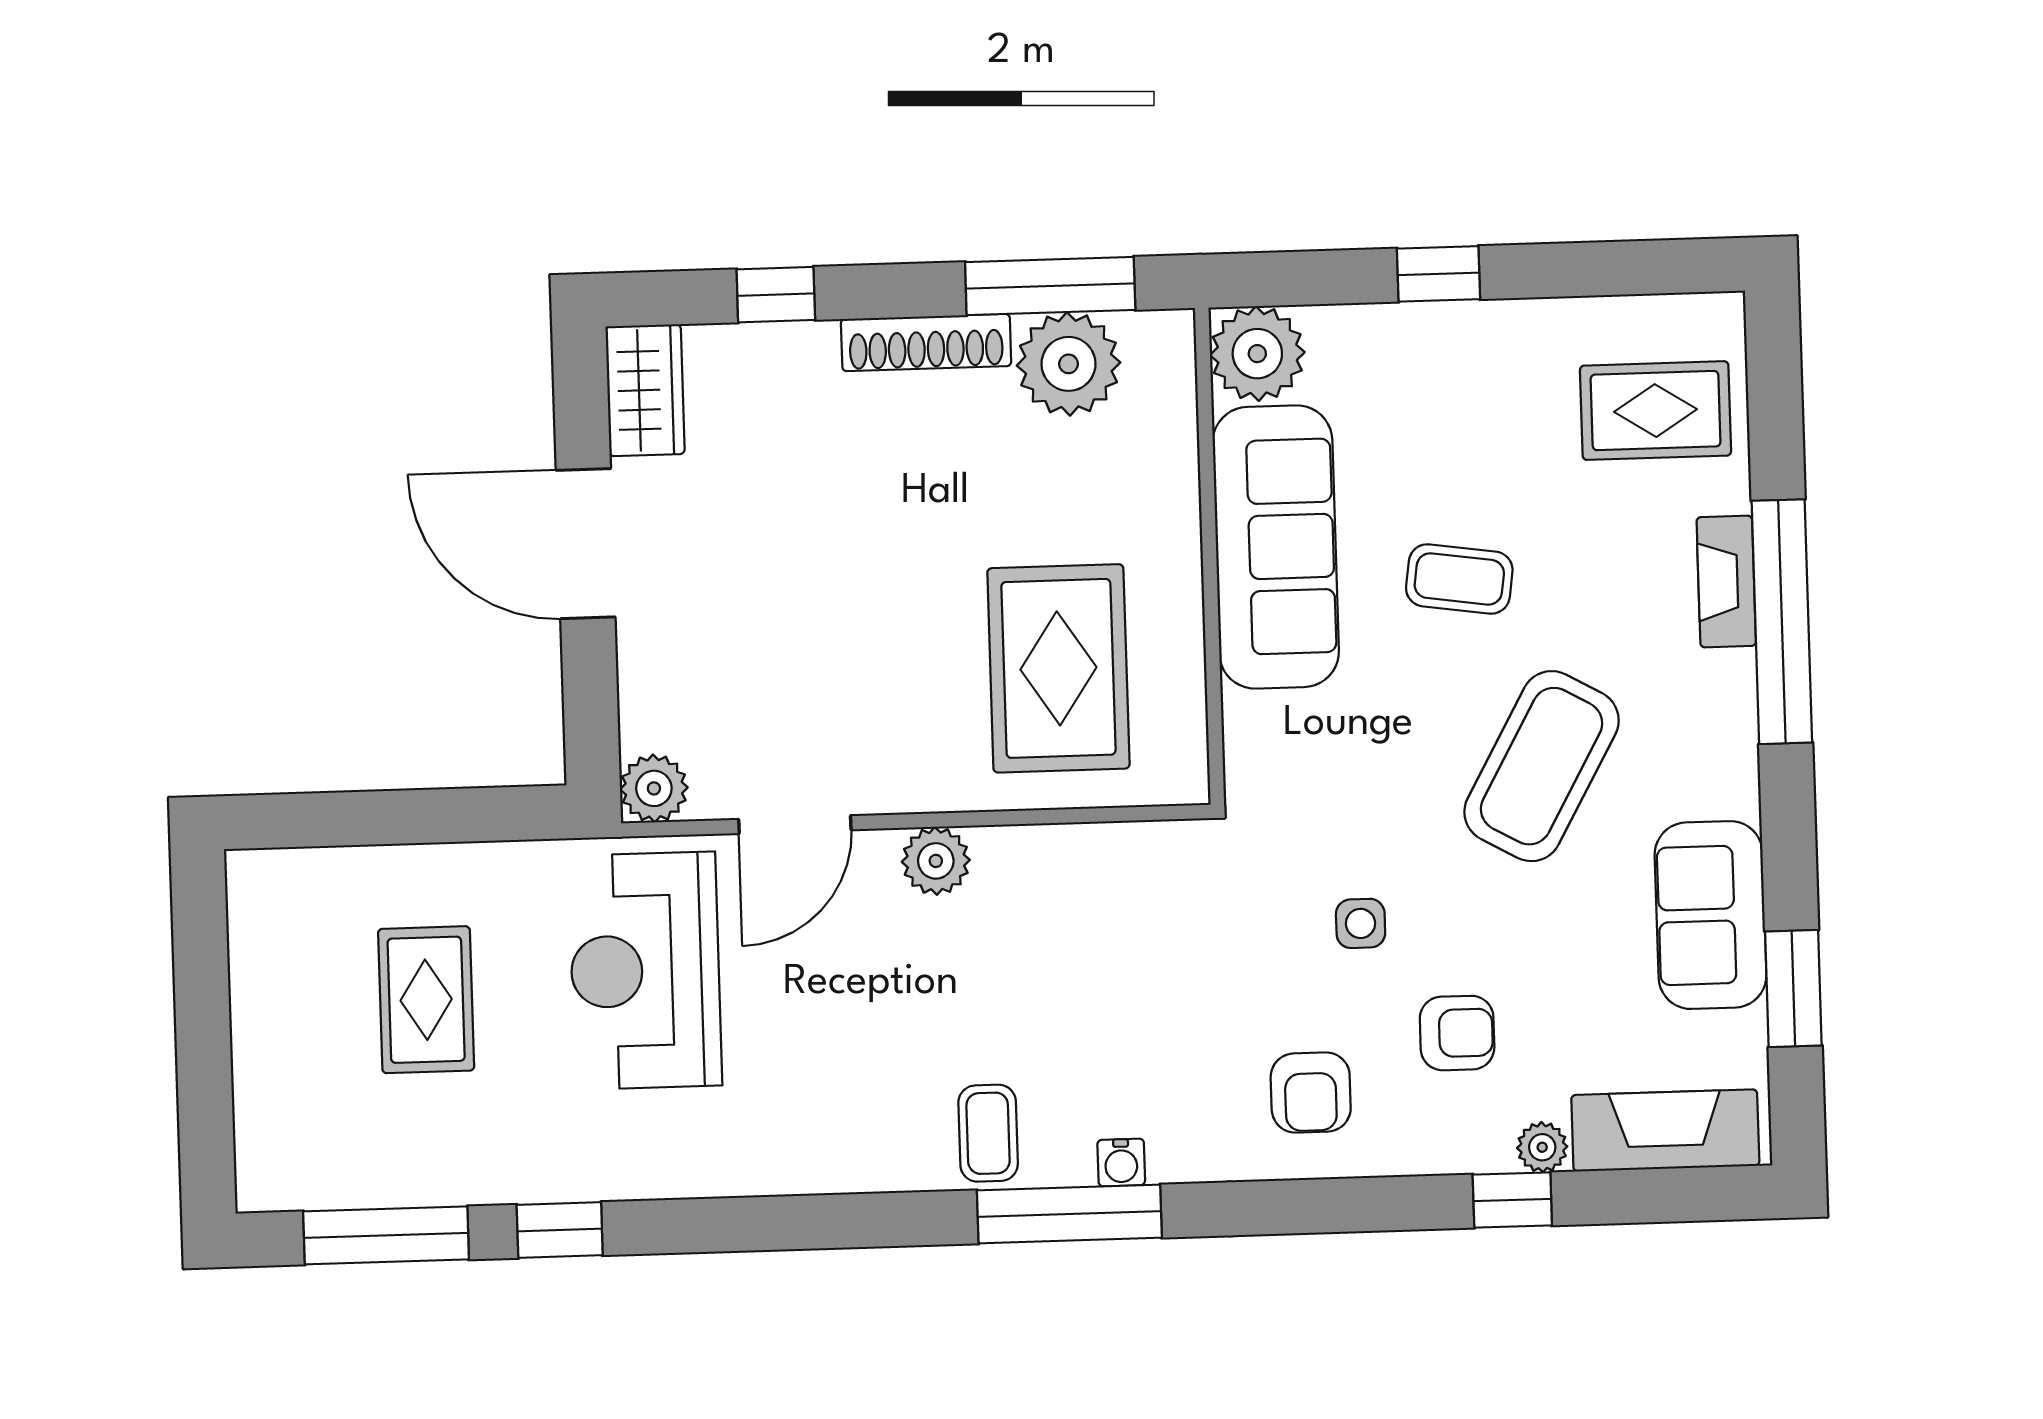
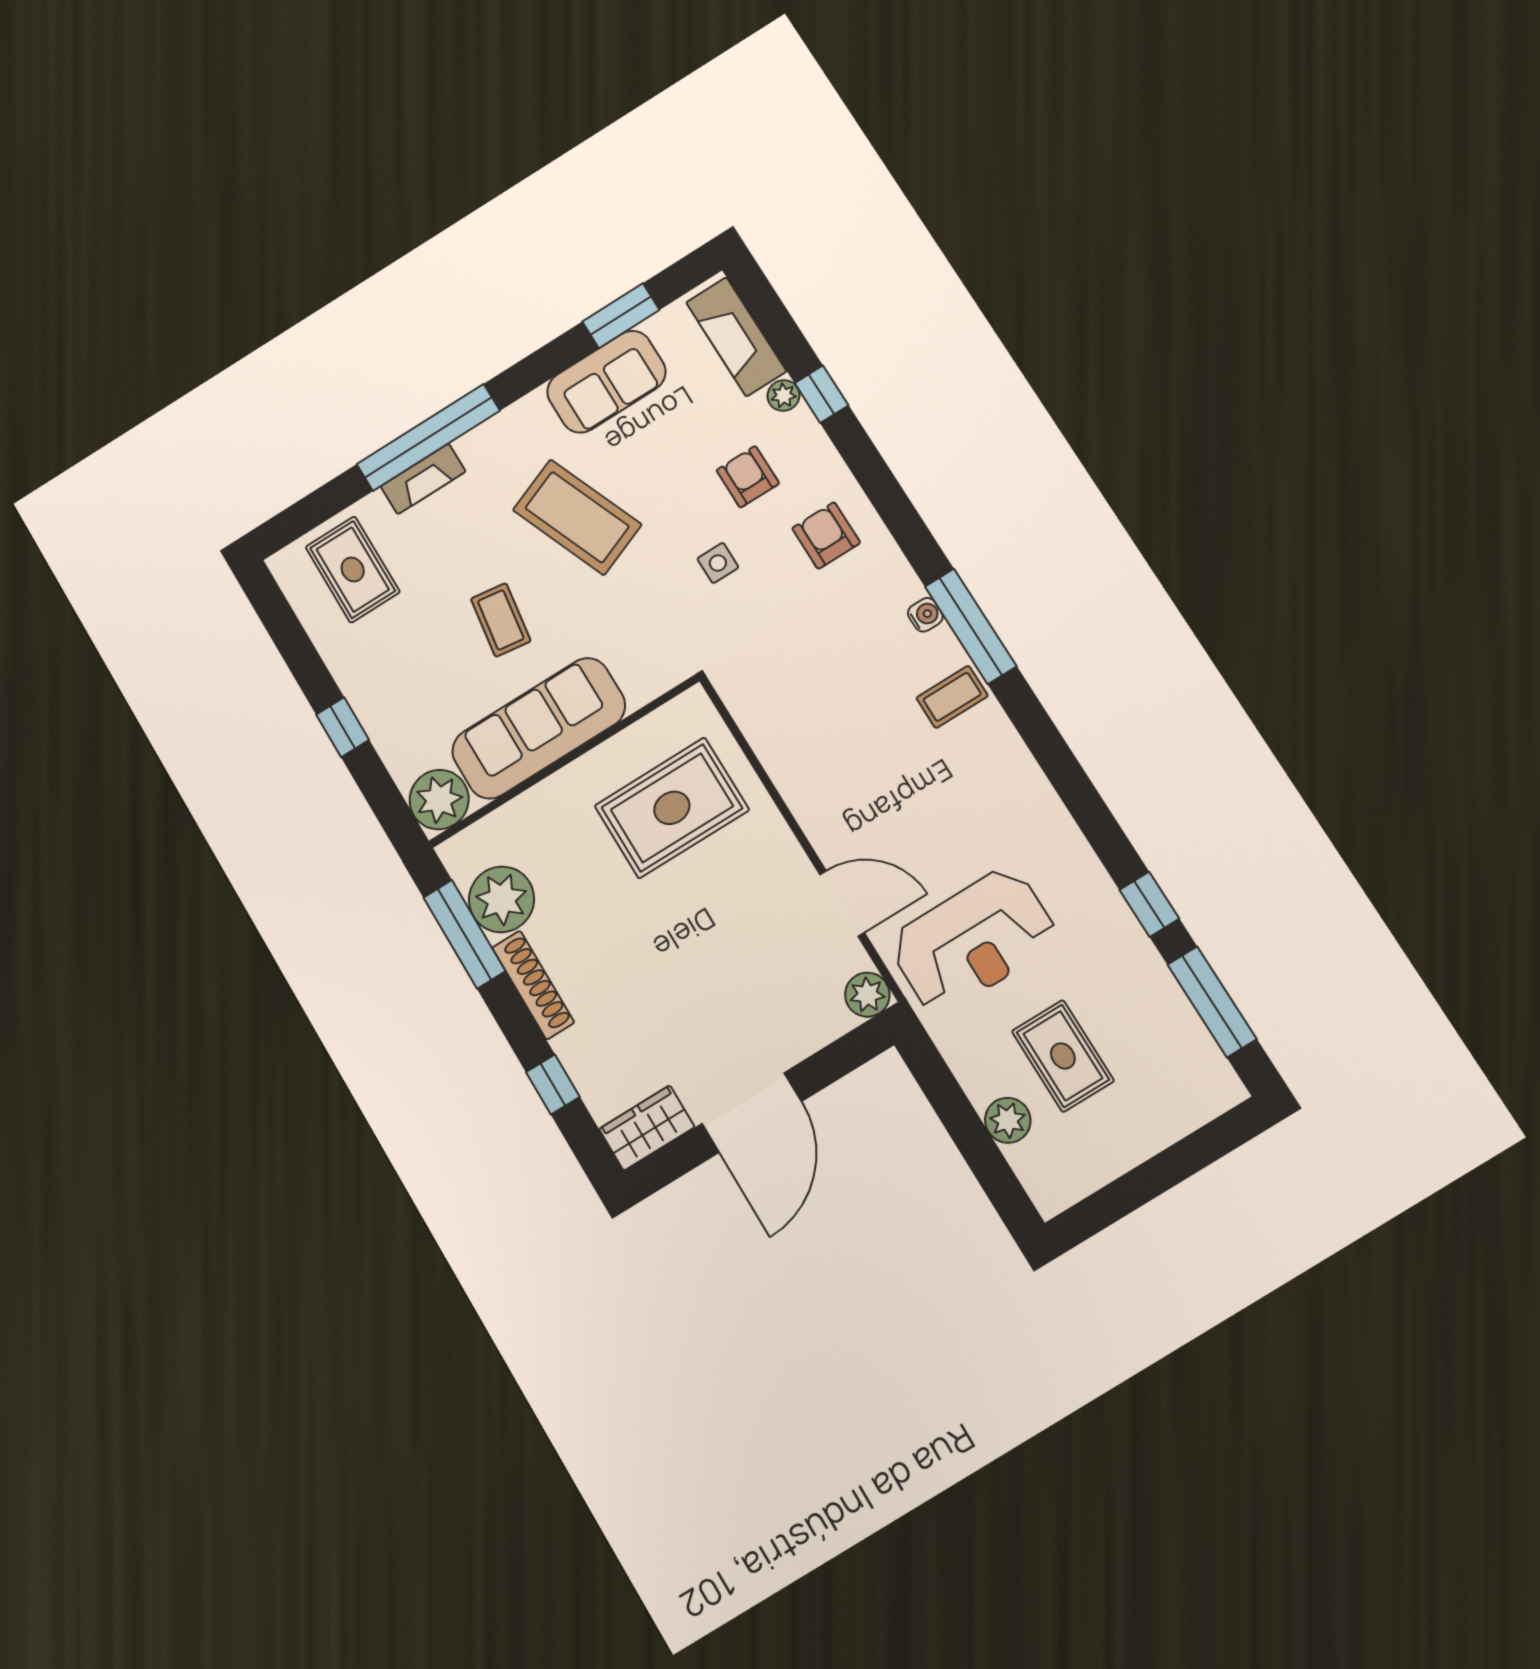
coffee table: (1542, 766) -> (577, 517), turned 39
plant: (936, 861) -> (1008, 1120), moved
rug: (426, 1000) -> (1063, 1056), turned 90
armchair: (1311, 1092) -> (826, 535), turned -90

